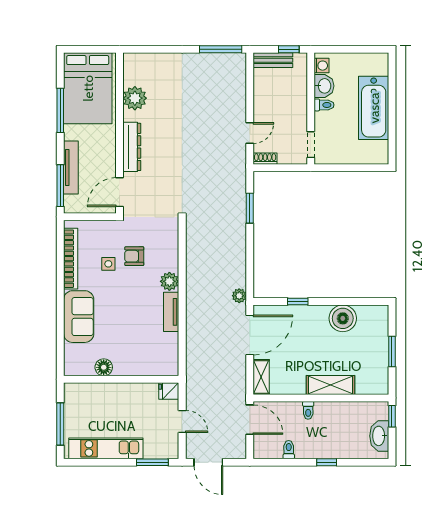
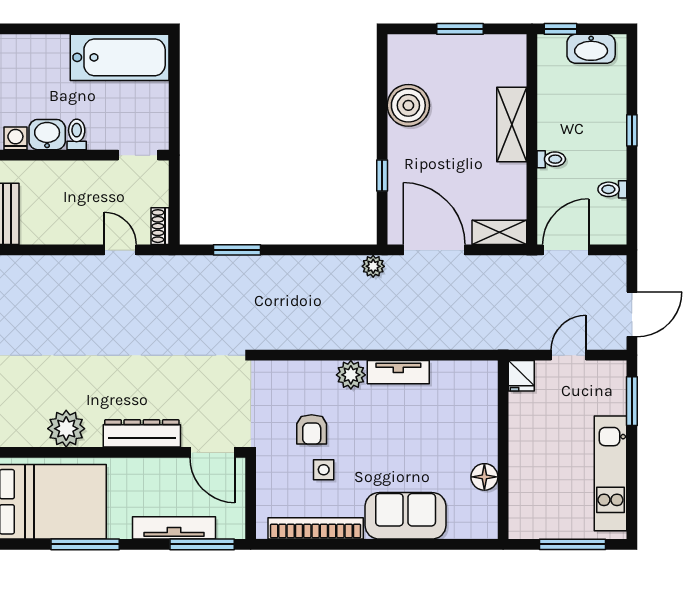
bathtub: (374, 108) -> (120, 57), moved

